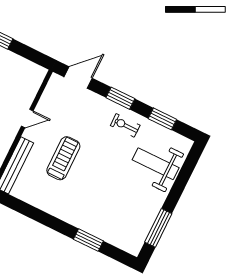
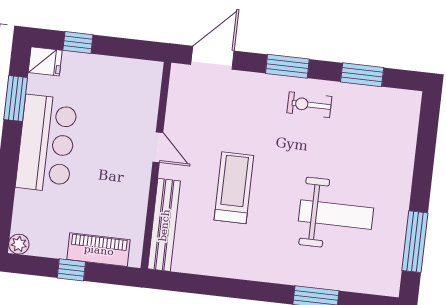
door: (27, 118) -> (158, 147), hinge flipped
weight bench: (156, 164) -> (336, 215), moved, turned 180

